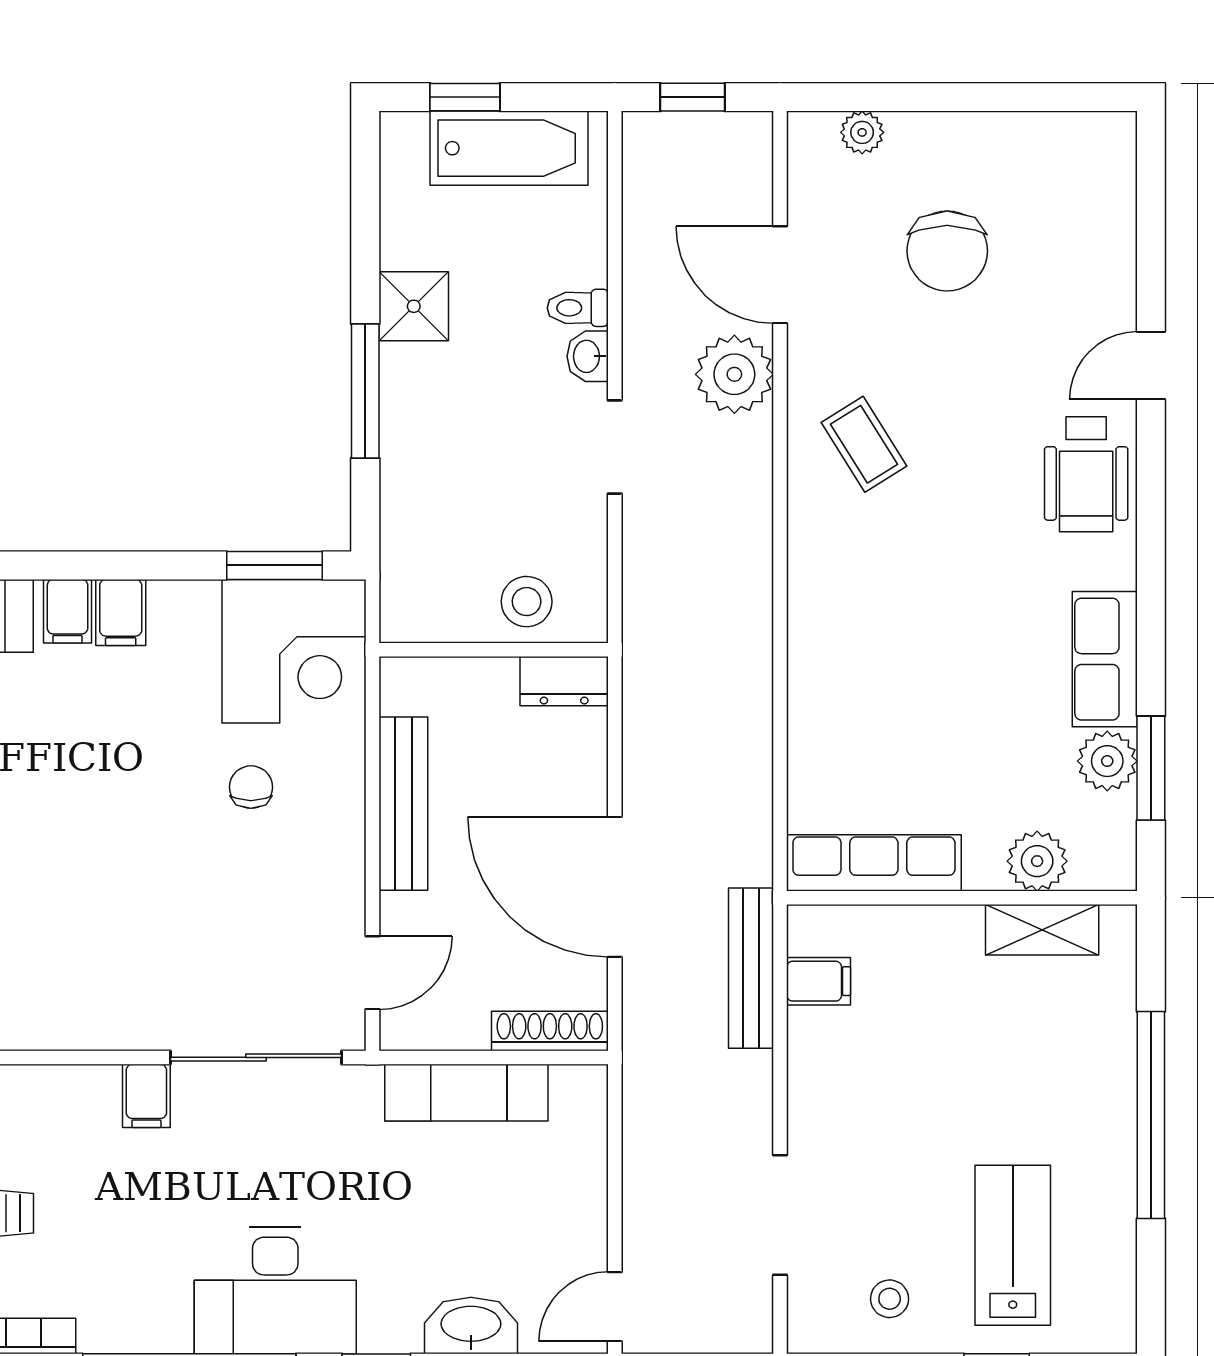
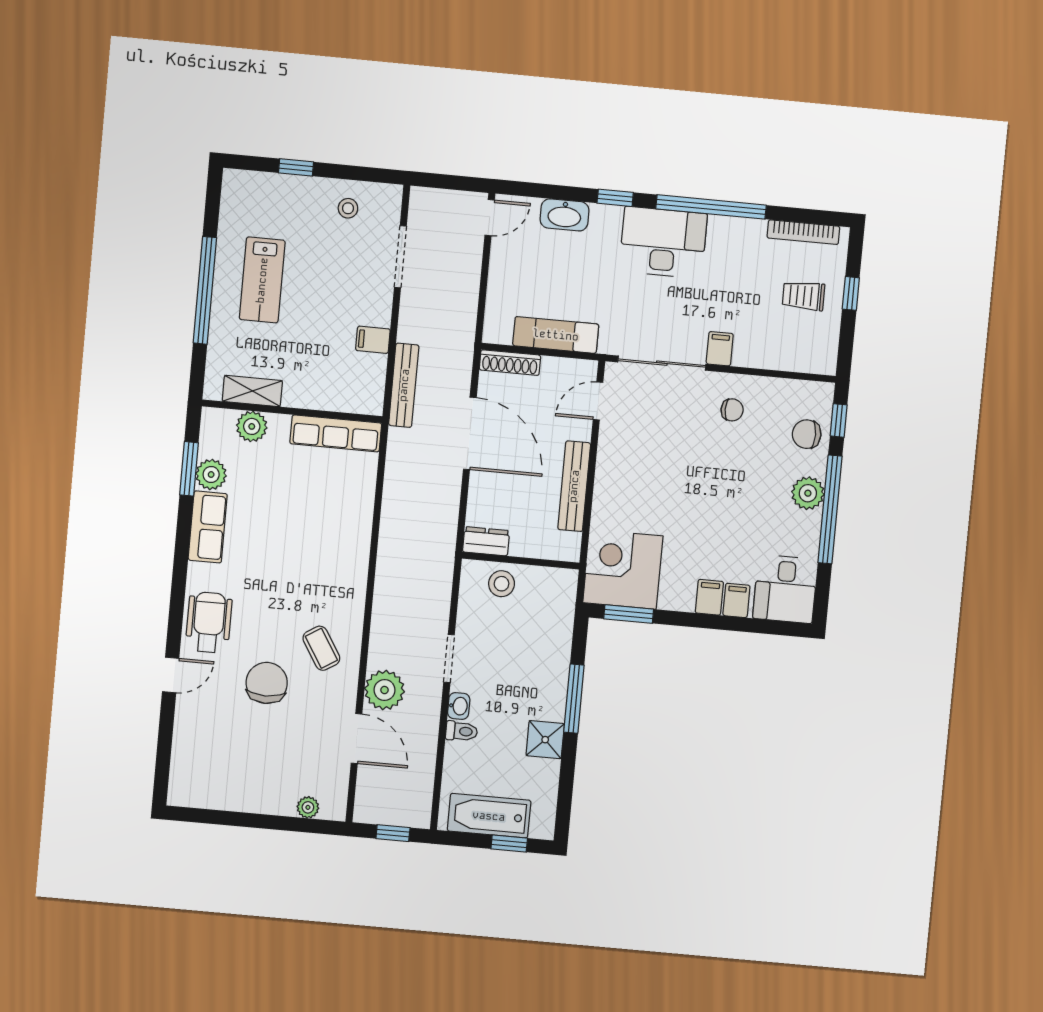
chair: (947, 251) -> (267, 683), moved
chair: (251, 787) -> (732, 410), moved, turned -90
filing cabinet: (819, 981) -> (373, 340), moved
lab bench: (1013, 1245) -> (262, 280), moved

